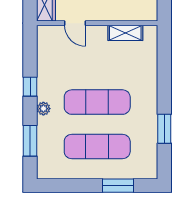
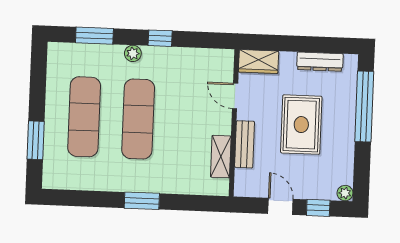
bench: (114, 14) -> (245, 144), added
door: (75, 23) -> (235, 96), hinge flipped
window: (164, 129) -> (142, 201), moved

